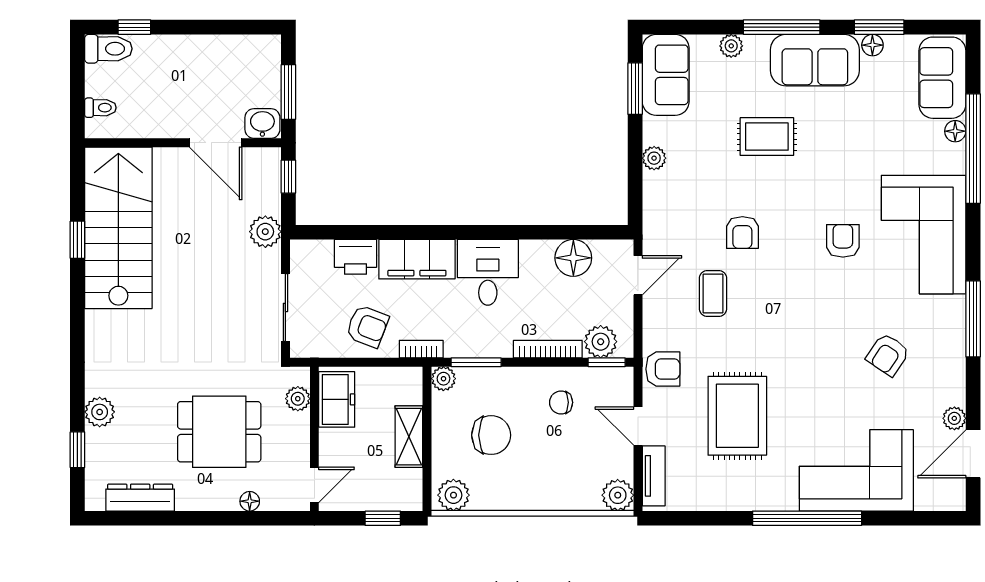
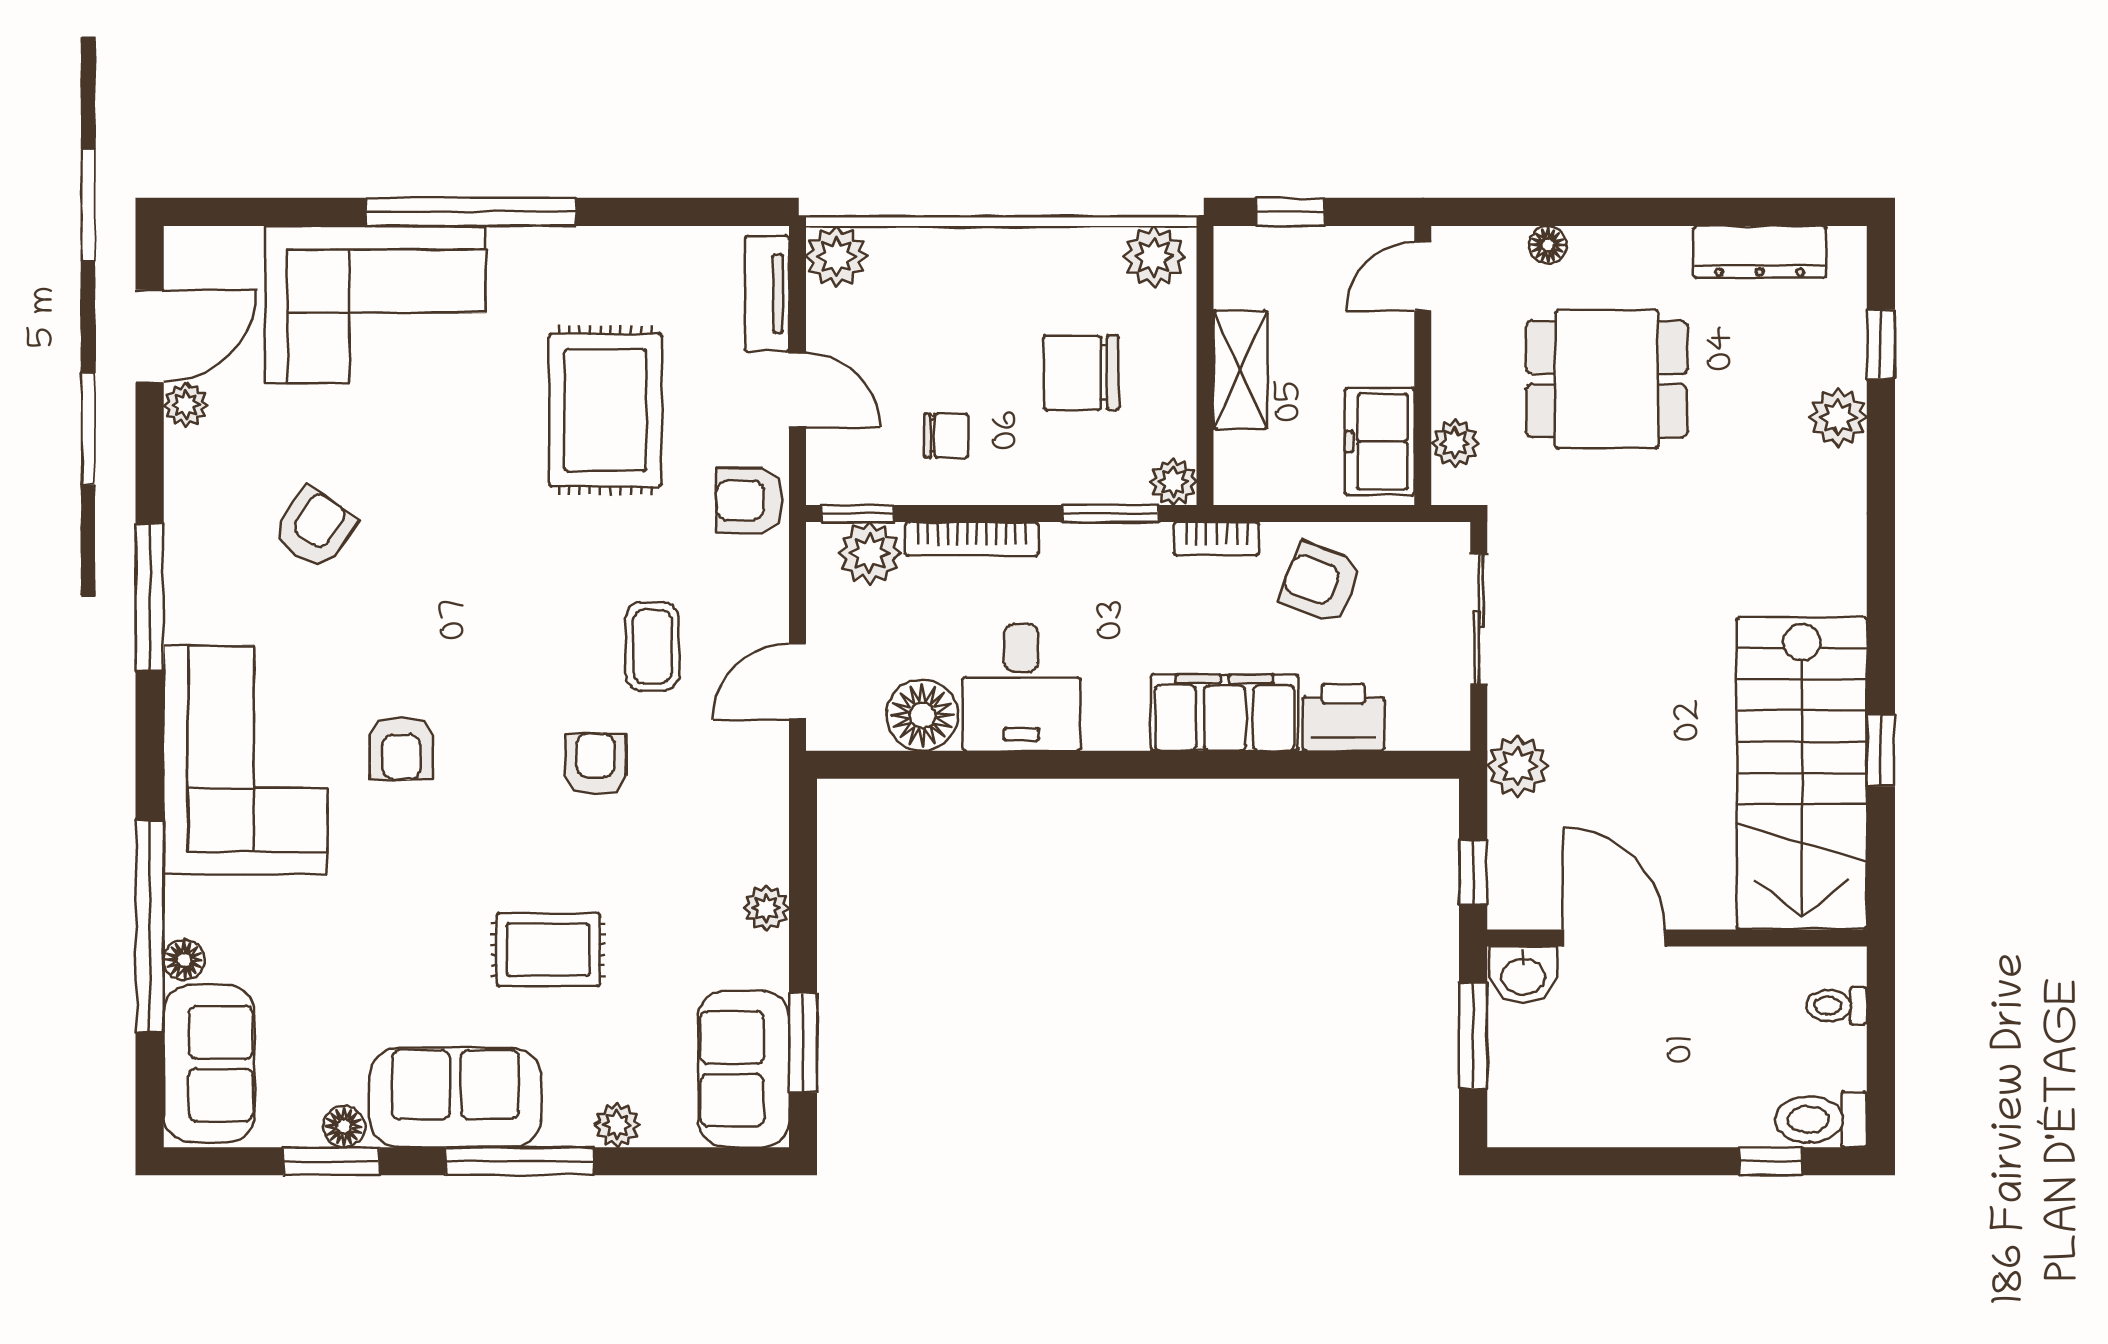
desk: (488, 272) -> (1021, 687), moved

